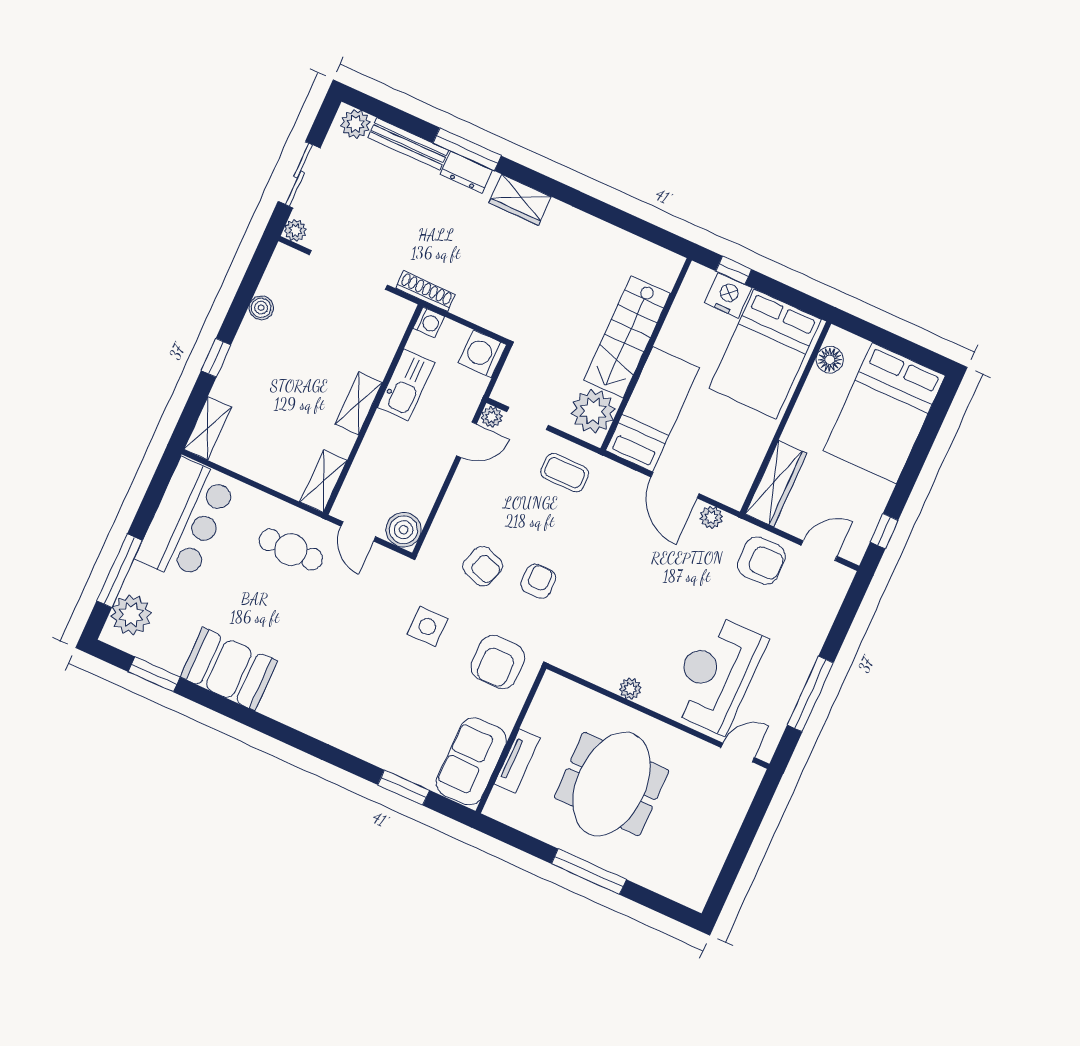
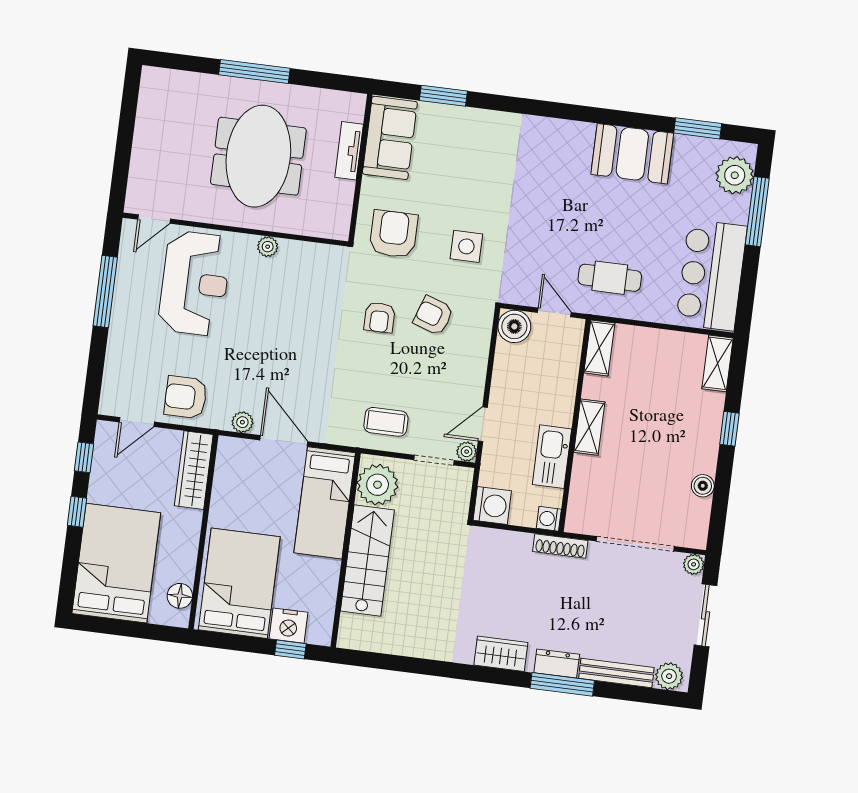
window: (908, 478) -> (77, 512), added

